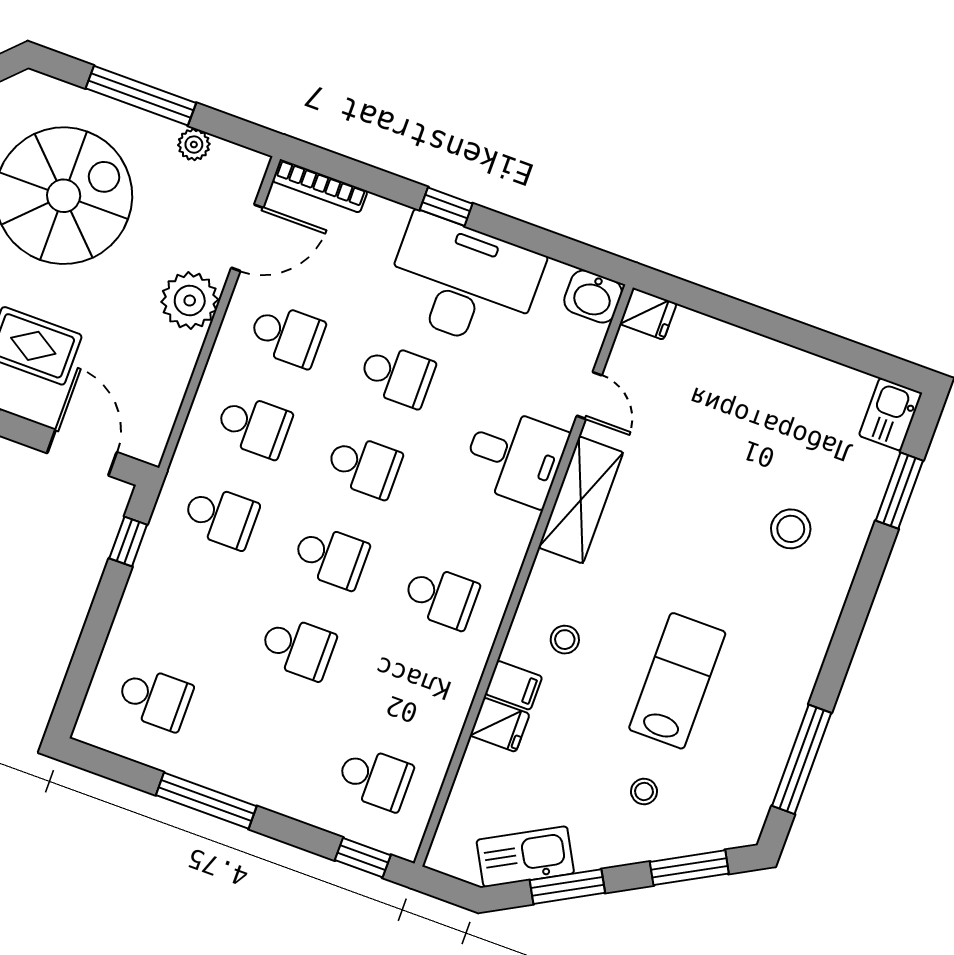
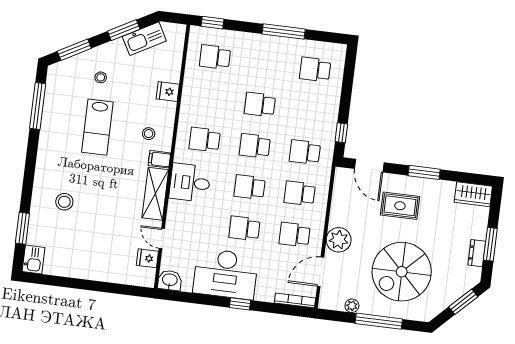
fridge: (648, 314) -> (147, 258), moved
desk: (515, 457) -> (190, 183), moved
filing cabinet: (514, 685) -> (159, 159), moved

